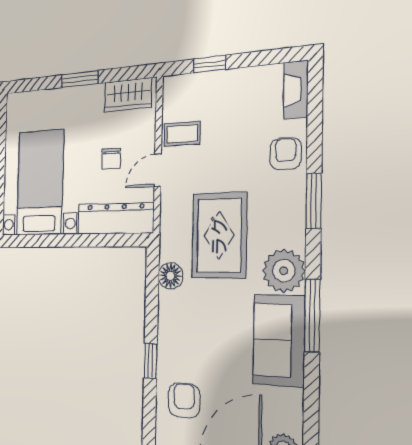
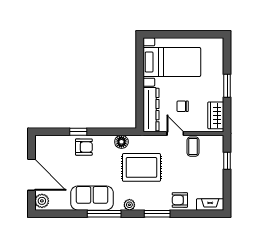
armchair: (286, 154) -> (180, 200), turned 180
plant: (284, 271) -> (129, 205), width x0.53, depth x0.53
armchair: (184, 400) -> (84, 147), moved

